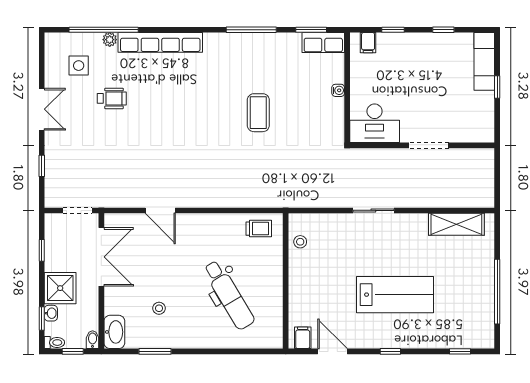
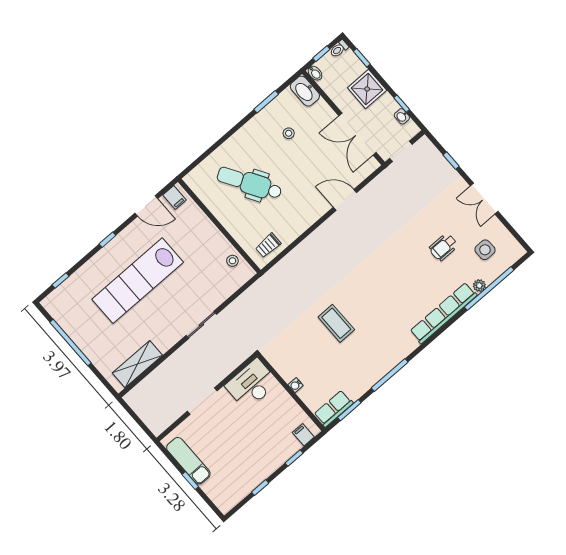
exam couch: (484, 61) -> (188, 461), moved
lab bench: (395, 295) -> (138, 281), width x1.36
washbasin: (51, 313) -> (402, 116), moved

